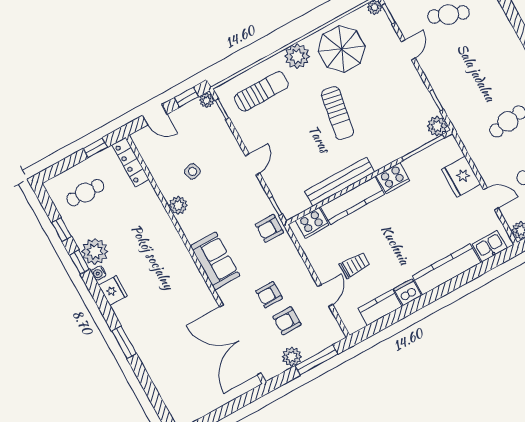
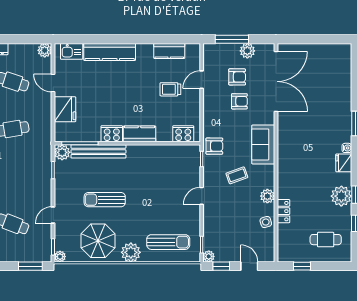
sun lounger: (261, 91) -> (168, 242), turned 180
sun lounger: (337, 113) -> (105, 200), moved, turned -100
locker: (130, 162) -> (283, 211), moved, width x0.66
side table: (192, 171) -> (266, 222), moved
bench: (340, 182) -> (98, 151), moved
kitchen counter: (352, 200) -> (140, 134), width x0.67
coffee table: (226, 210) -> (237, 175), added
water cooler: (99, 273) -> (347, 148), moved
dishwasher: (408, 292) -> (145, 51), removed

